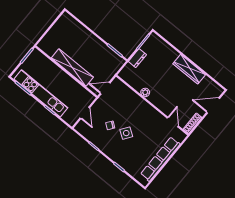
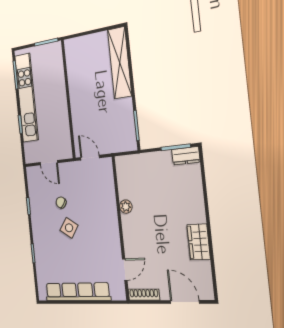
dresser: (137, 58) -> (186, 156), moved
shelving: (72, 68) -> (120, 63), moved
wardrobe: (189, 69) -> (199, 242), width x0.67
door: (85, 113) -> (49, 163), hinge flipped

